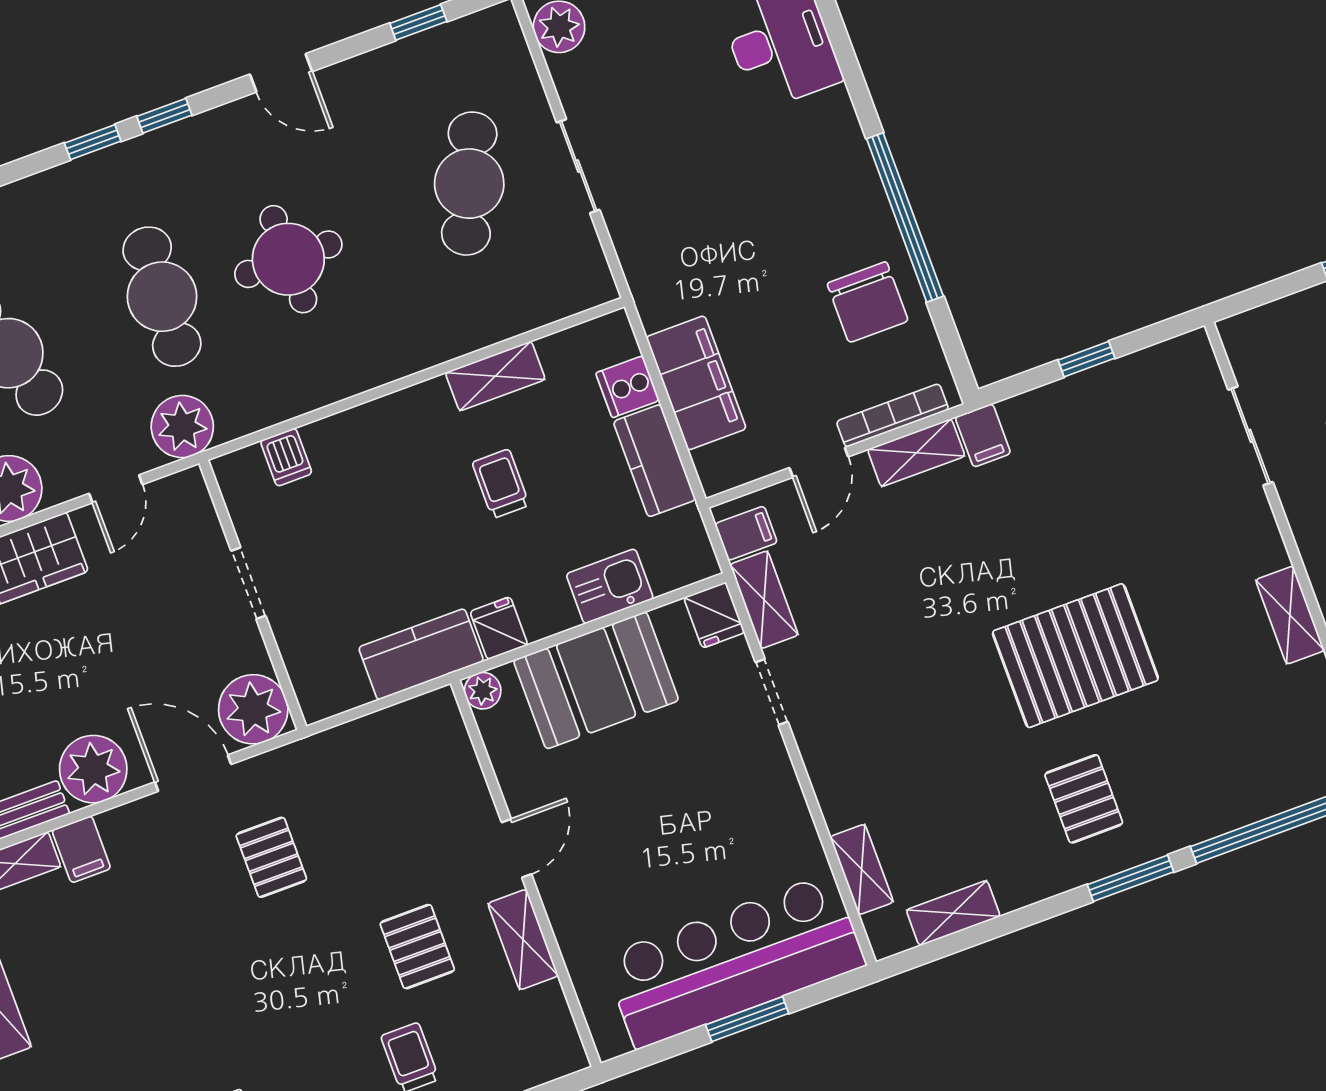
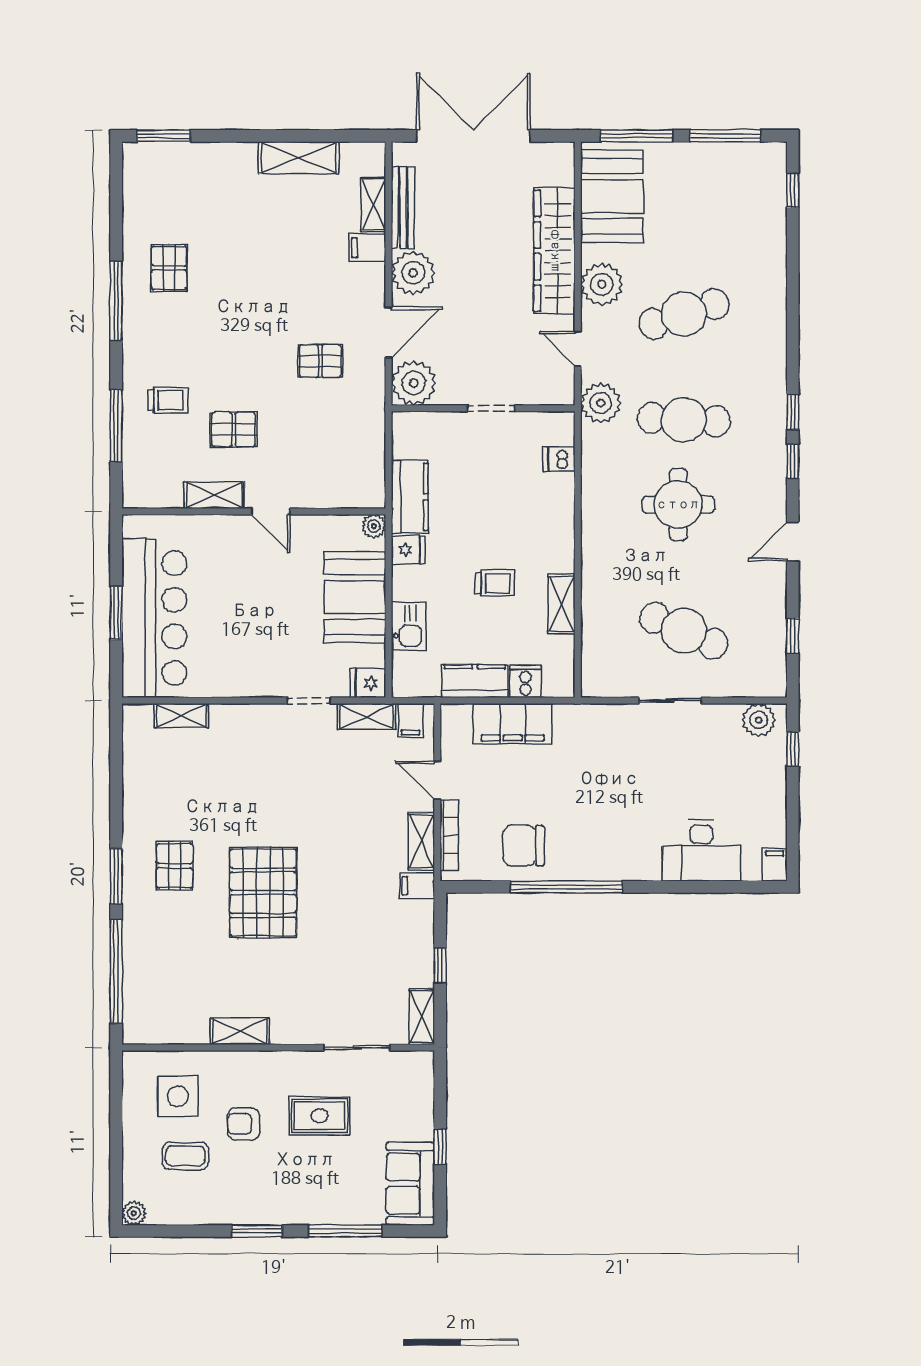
pallet: (1084, 799) -> (175, 866), turned 90
shelving: (953, 913) -> (422, 1017), moved

